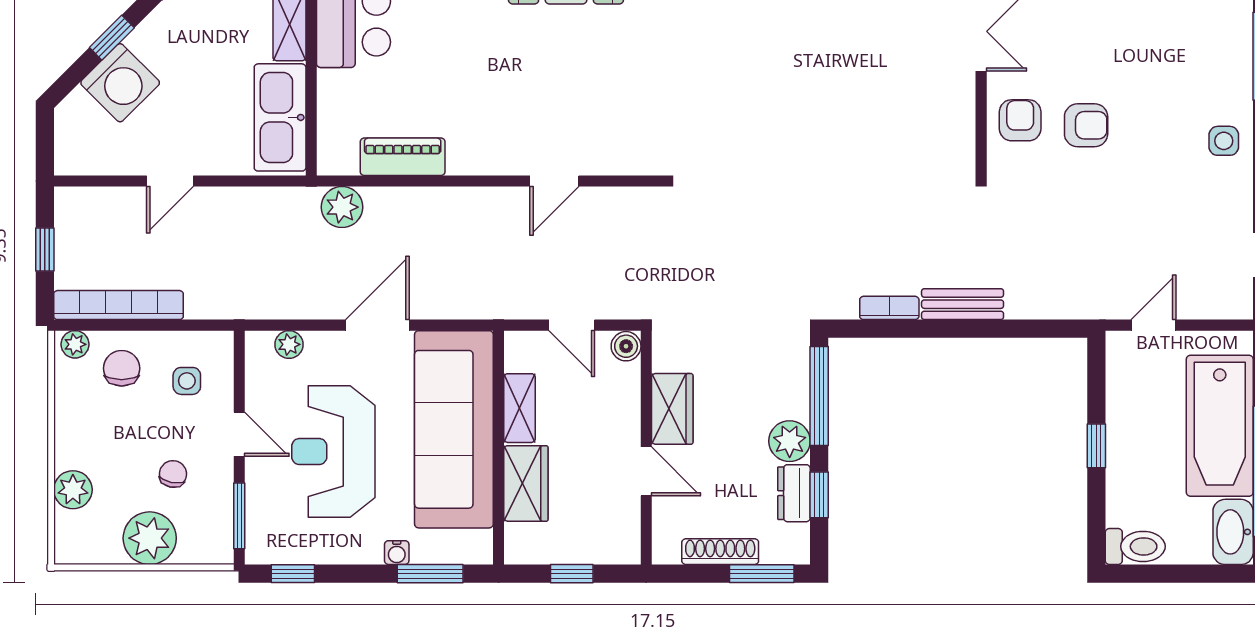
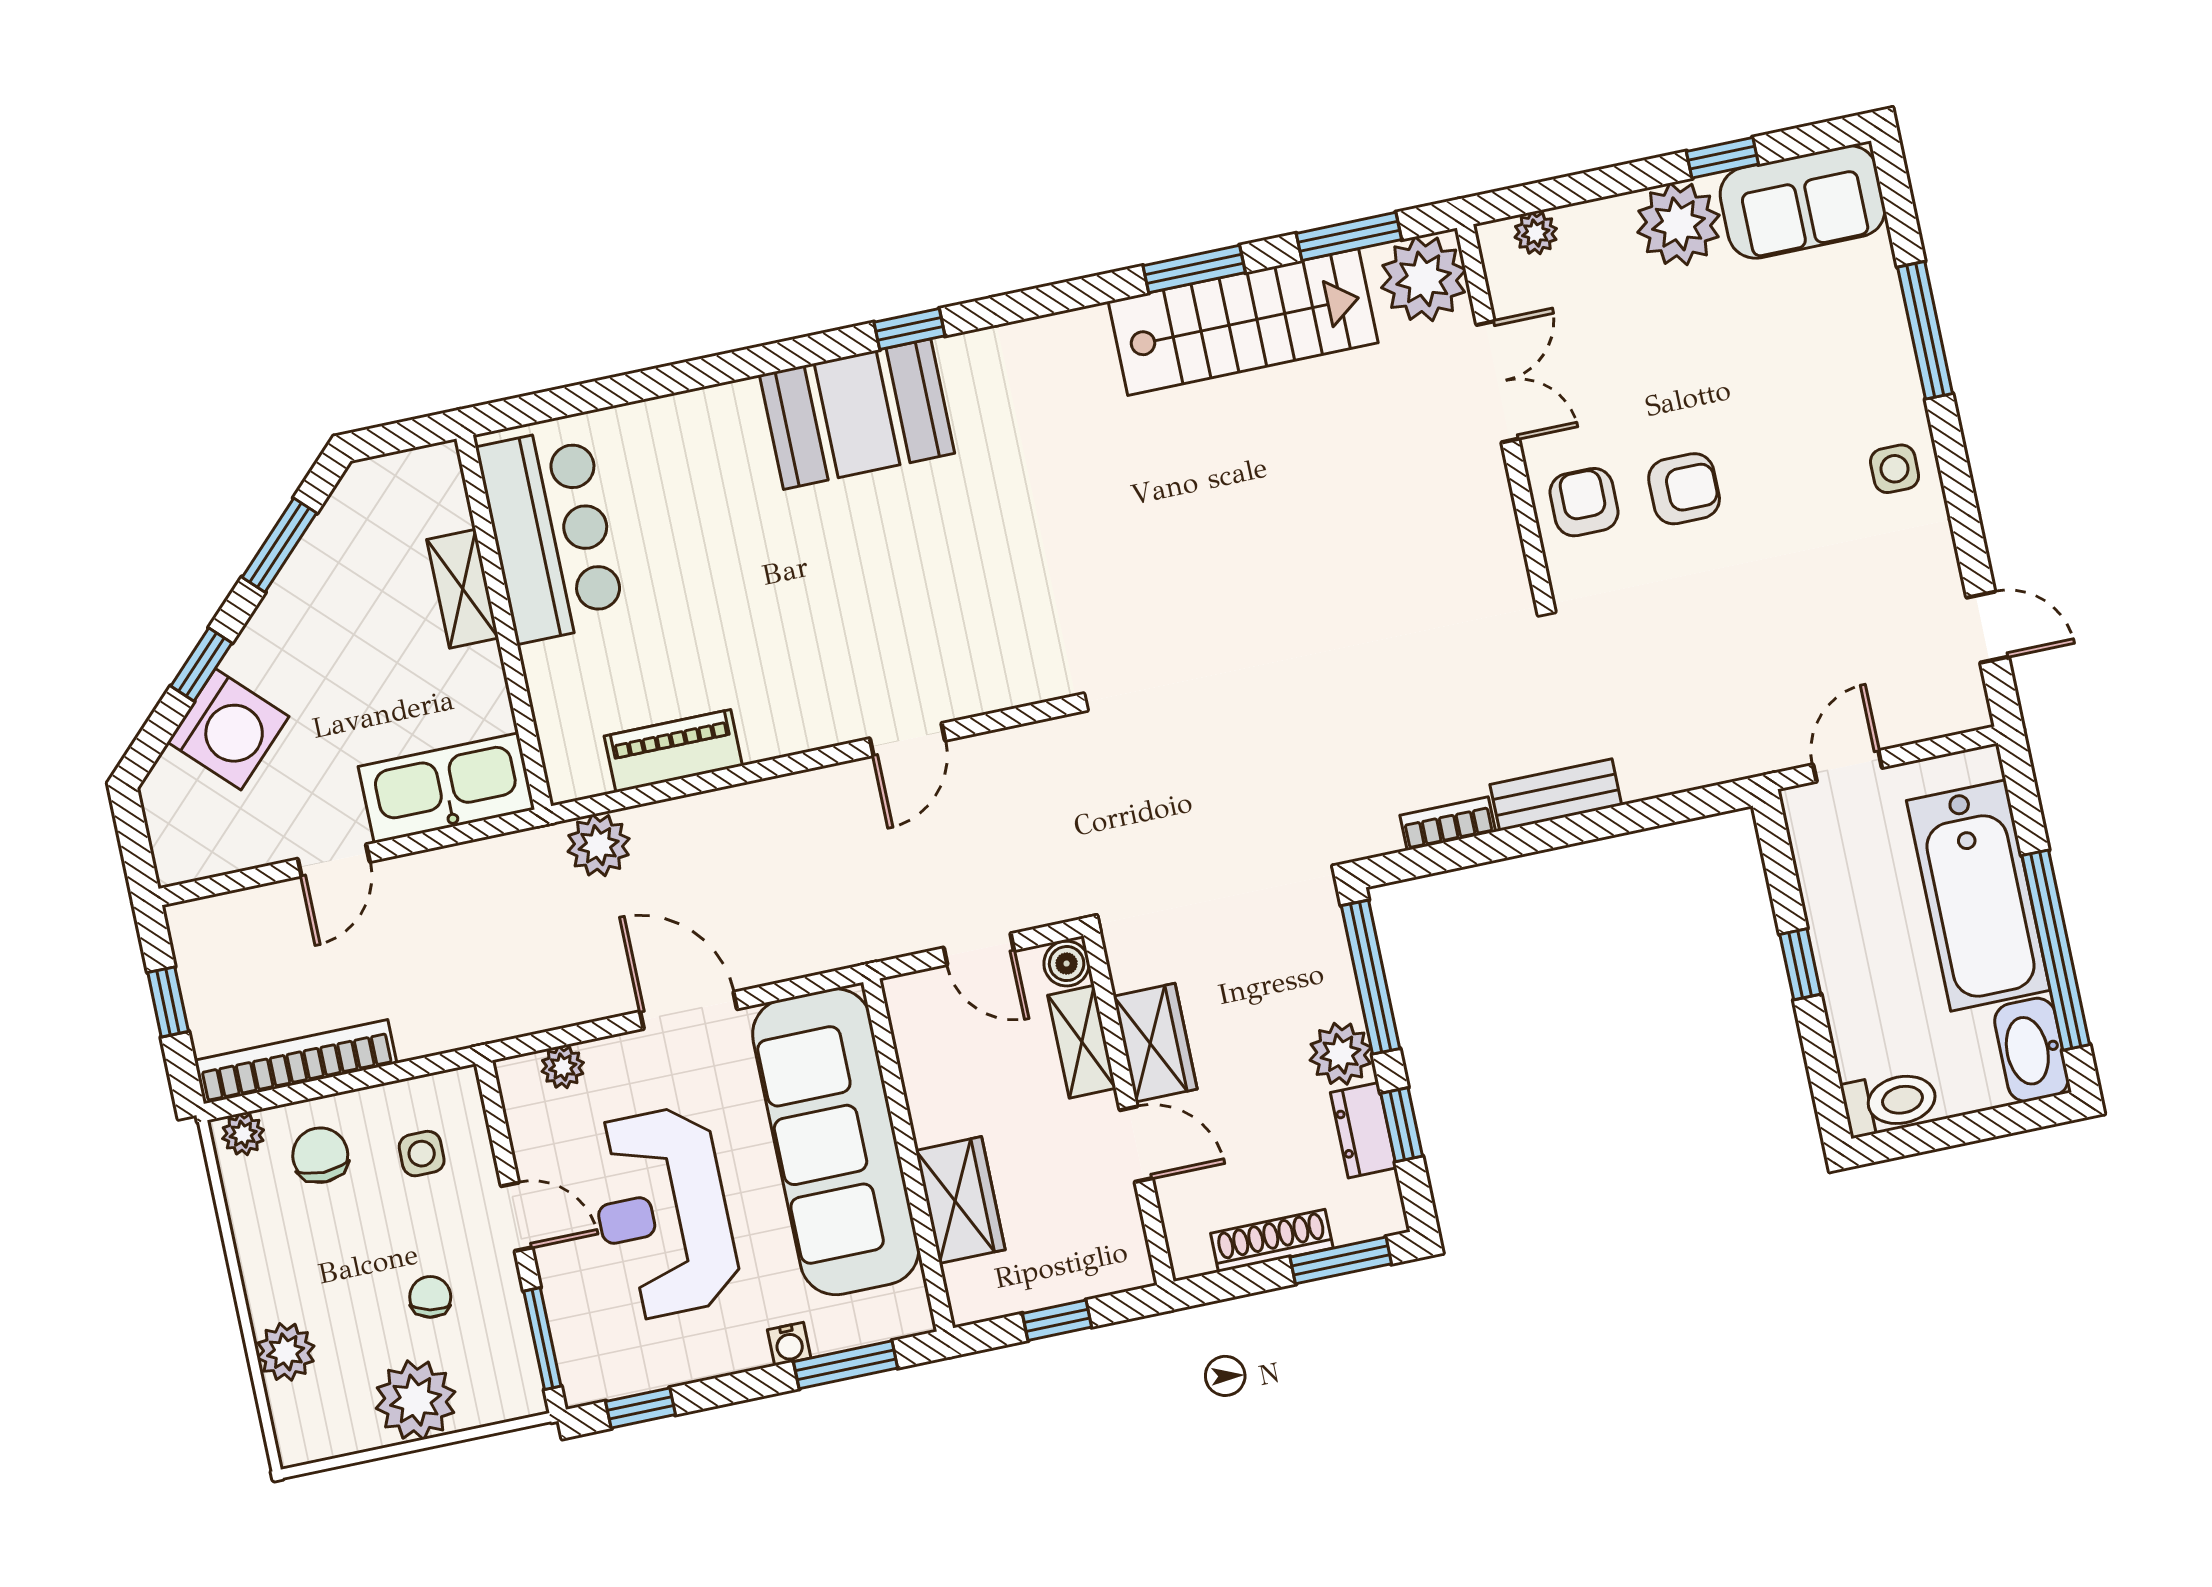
kitchen sink: (280, 117) -> (446, 788), moved, turned 90
door: (377, 325) -> (689, 1010), hinge flipped
shelving: (520, 408) -> (1082, 1042), moved

